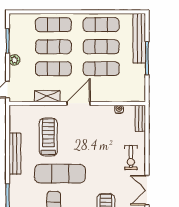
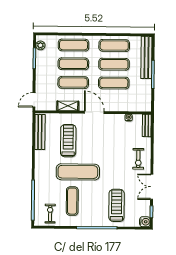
plant: (14, 60) -> (40, 45), moved
door: (79, 103) -> (94, 112), hinge flipped
bench: (15, 154) -> (40, 132), moved

